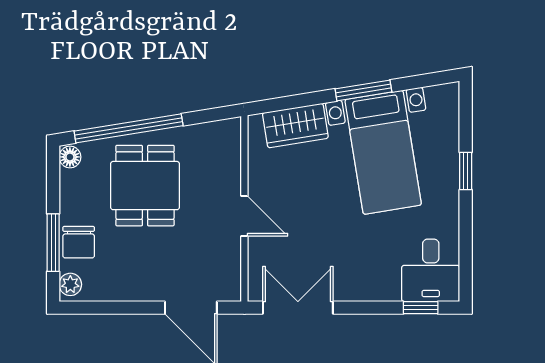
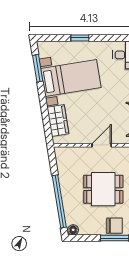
window: (363, 90) -> (38, 68), moved
dining table: (145, 186) -> (103, 189), moved

